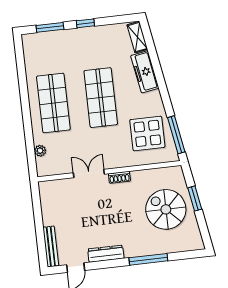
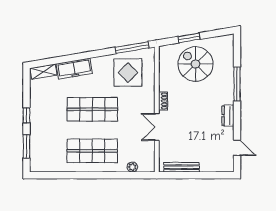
spiral stairs: (166, 209) -> (195, 64), turned 90
bench: (51, 247) -> (181, 167), moved
dresser: (106, 254) -> (228, 116), width x0.70

